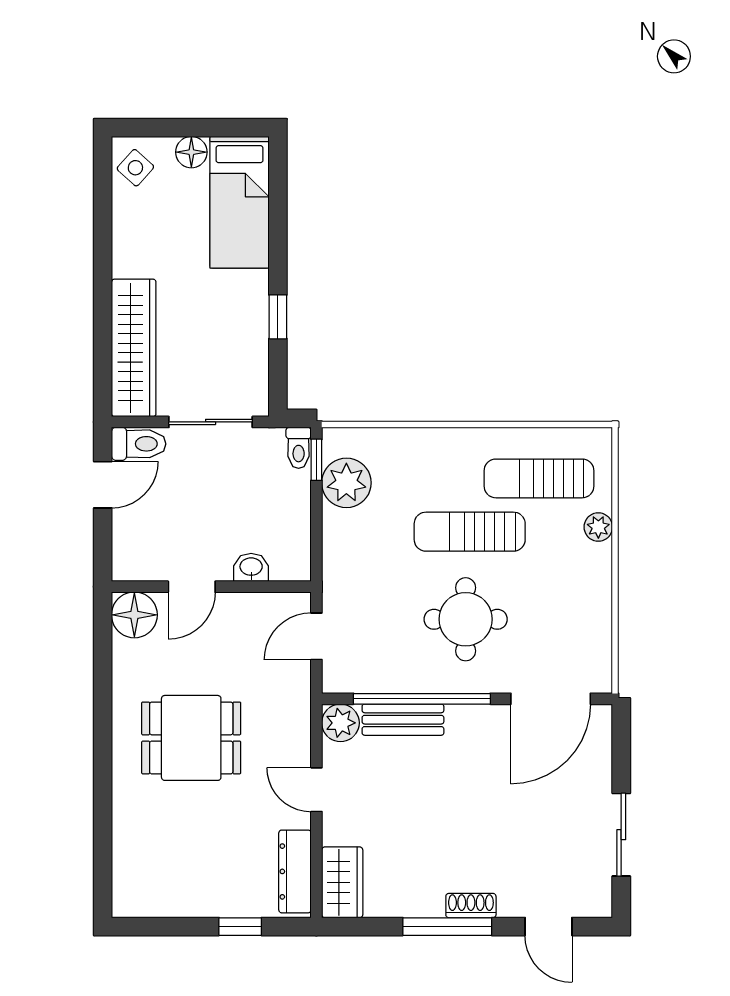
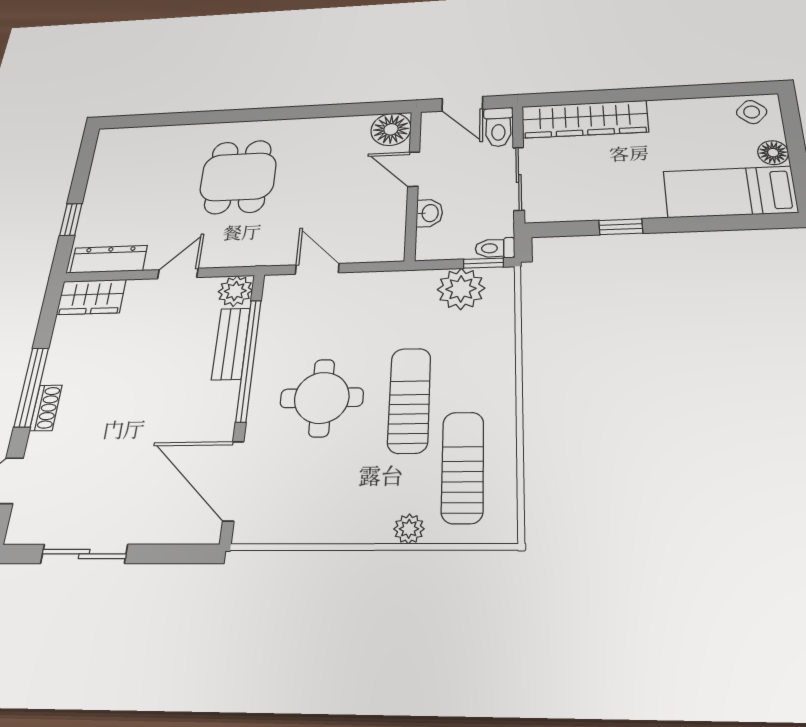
washbasin: (251, 567) -> (429, 213), moved
door: (192, 587) -> (414, 169), moved
wall: (211, 587) -> (413, 184), moved
floor lamp: (134, 615) -> (391, 129), moved

